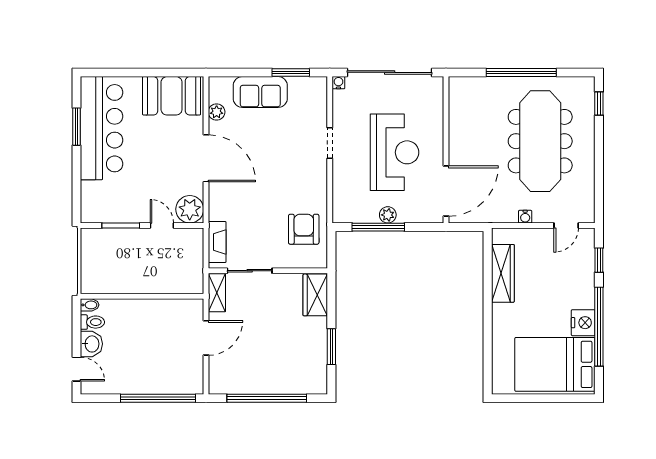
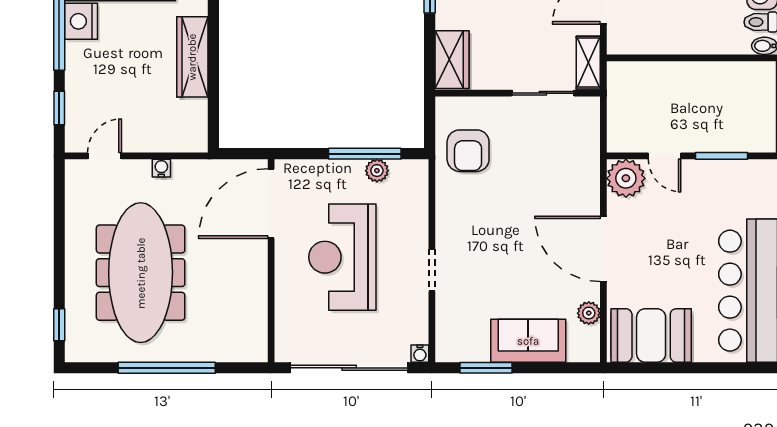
plant: (388, 215) -> (377, 171), moved
fireplace: (217, 242) -> (588, 133), removed
wardrobe: (503, 273) -> (192, 57), moved

